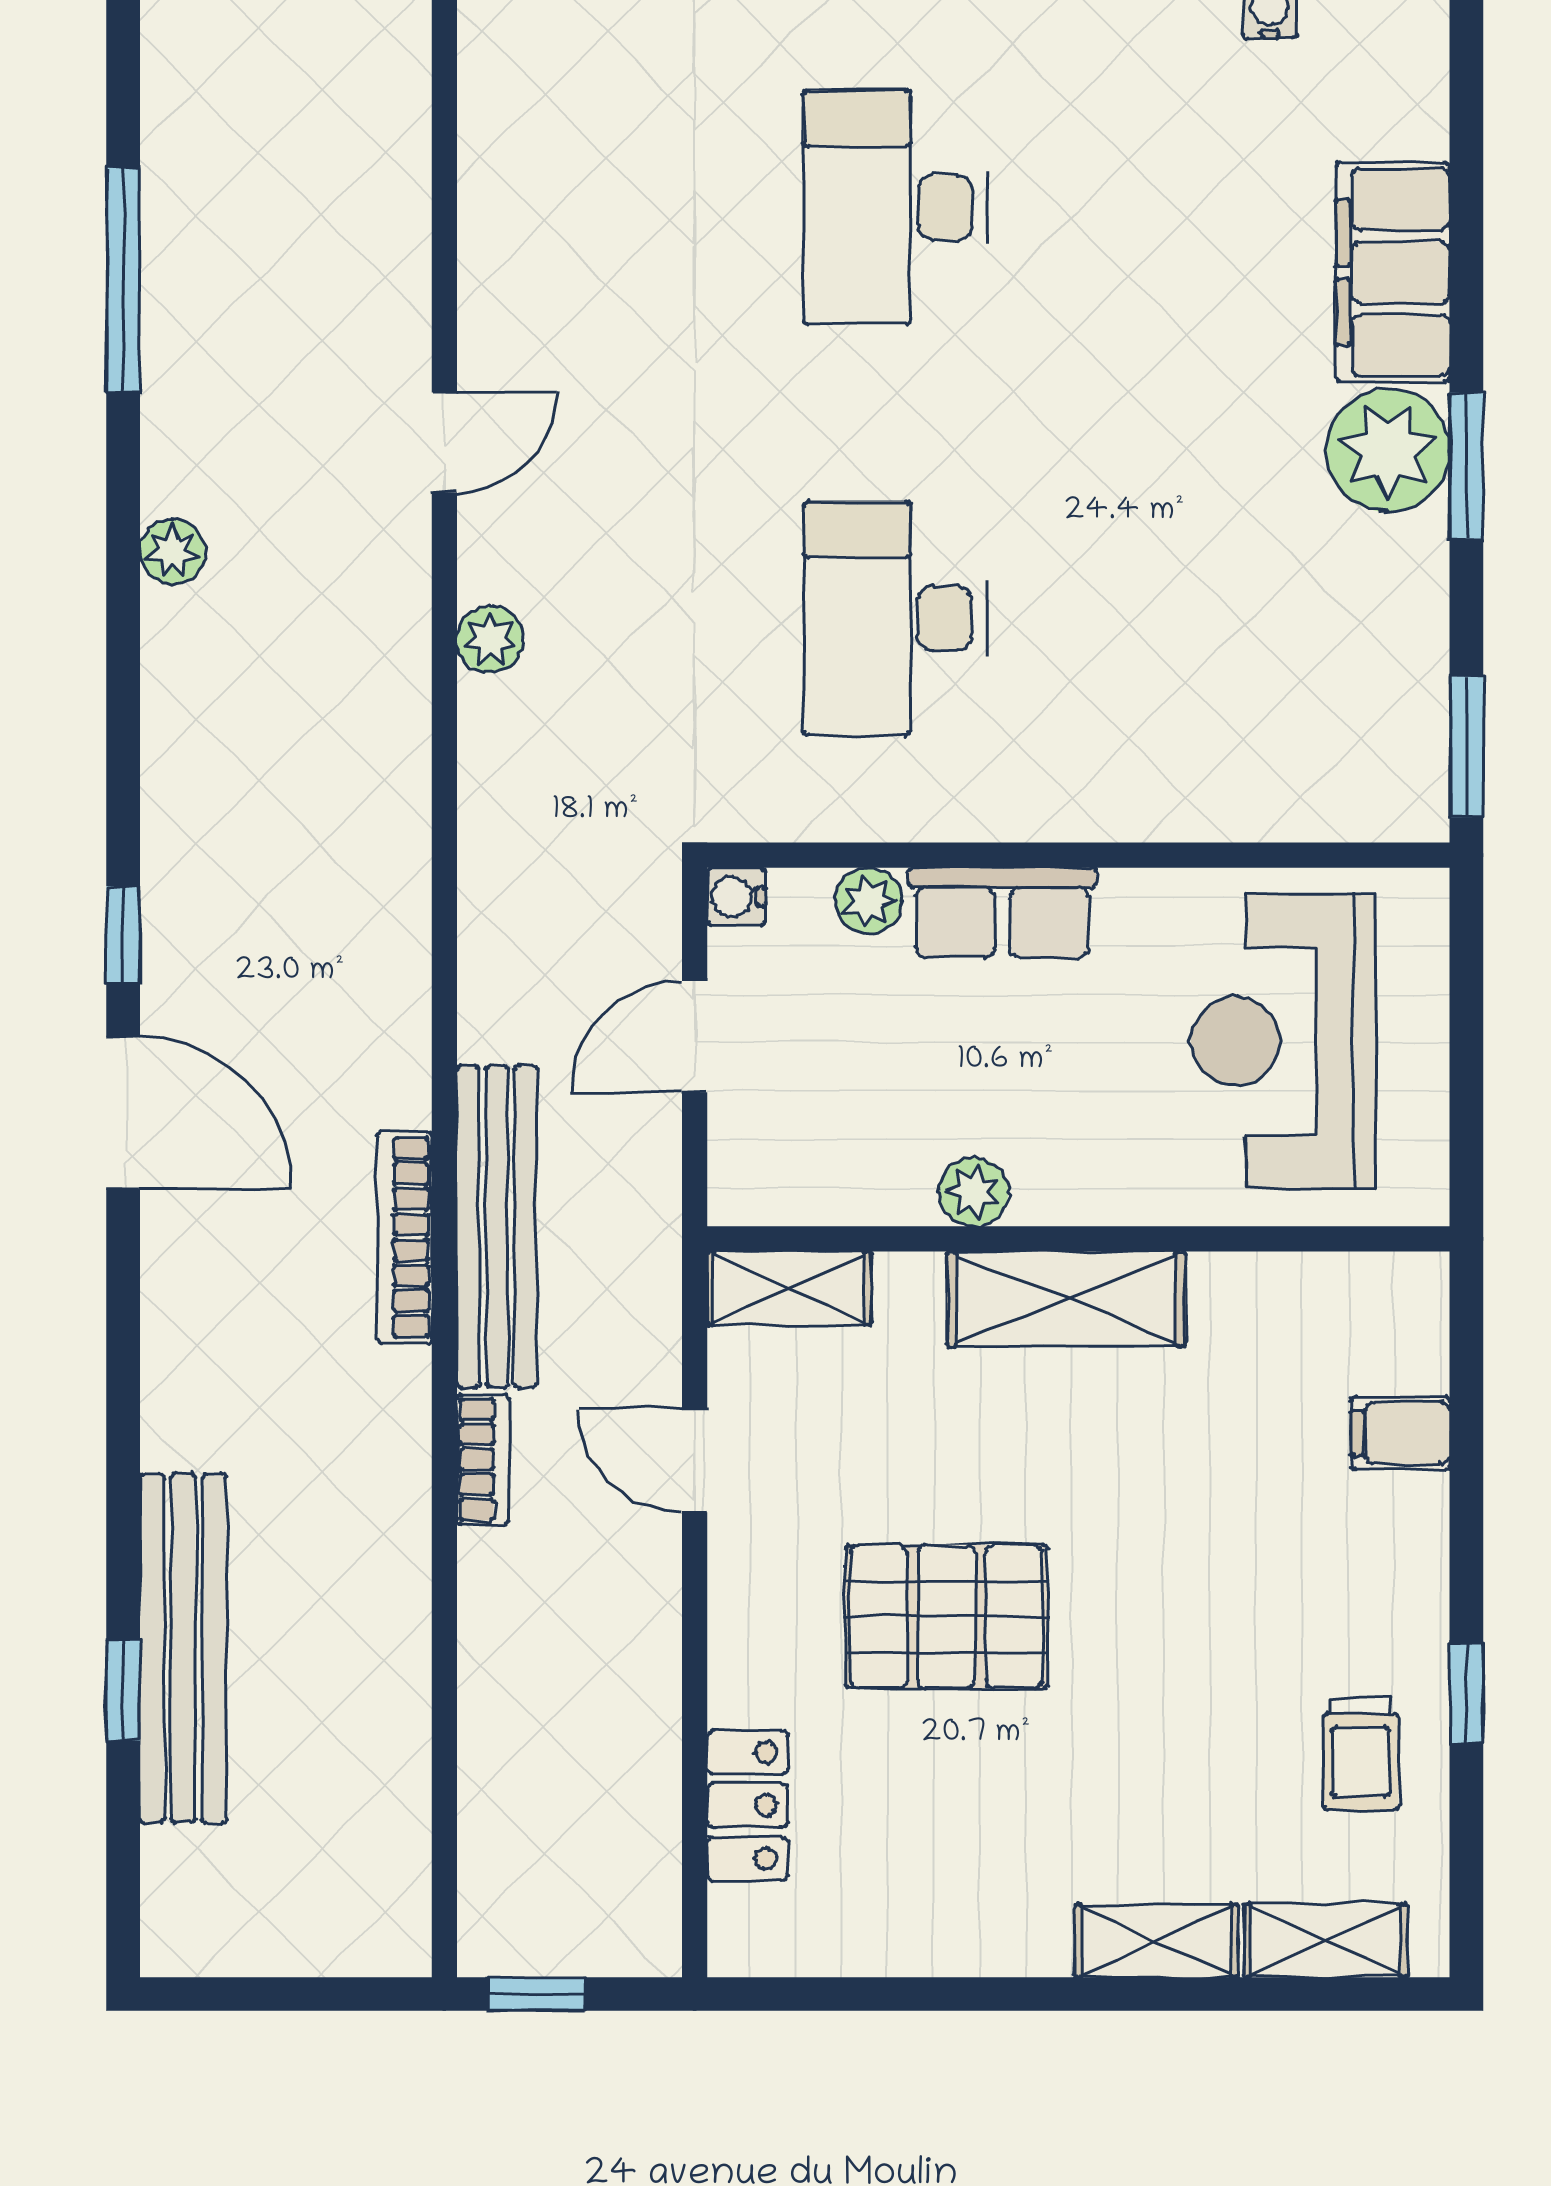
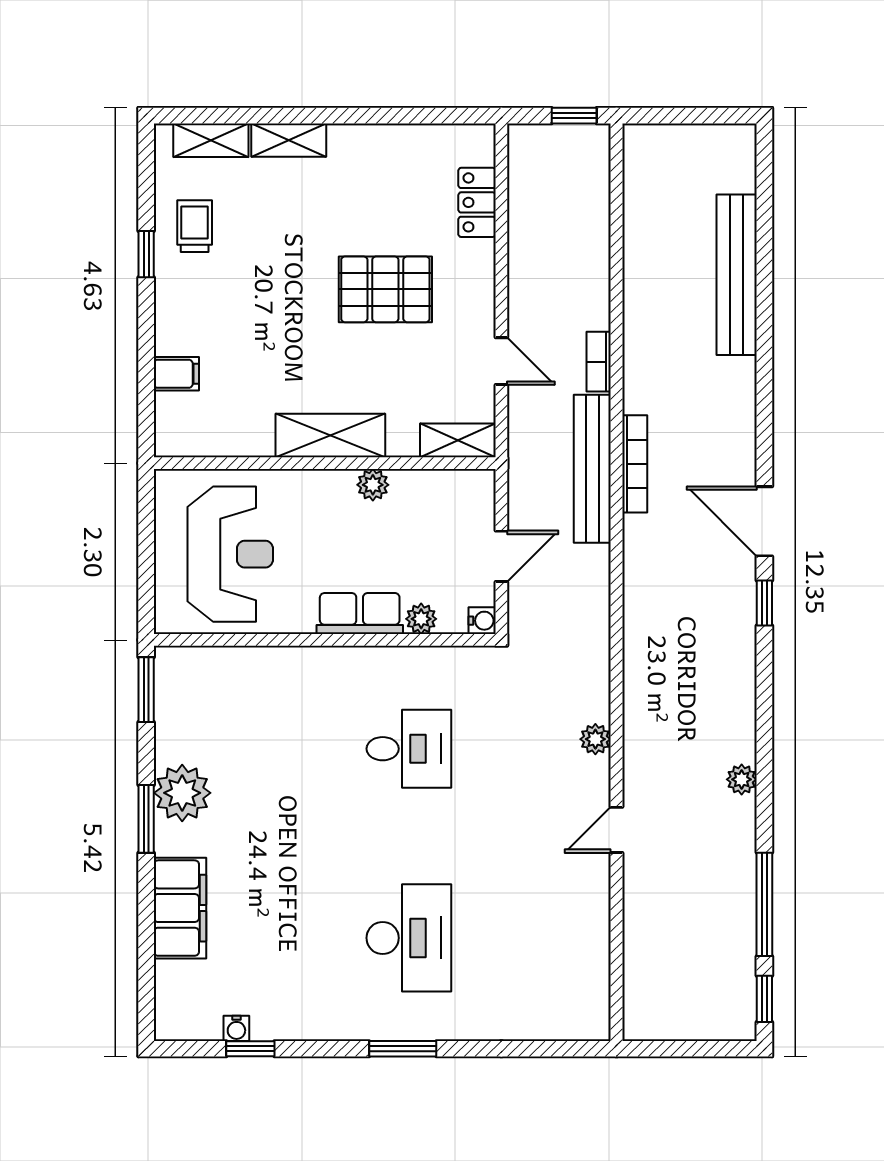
plant: (1388, 450) -> (182, 793), moved
desk: (896, 619) -> (409, 749), width x0.73
window: (123, 1690) -> (764, 999), moved

